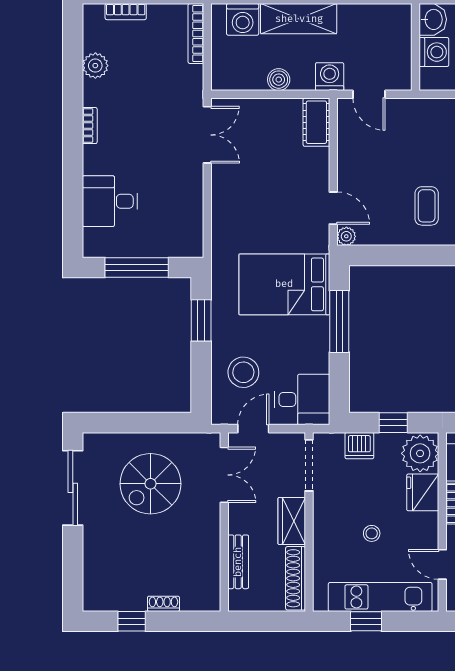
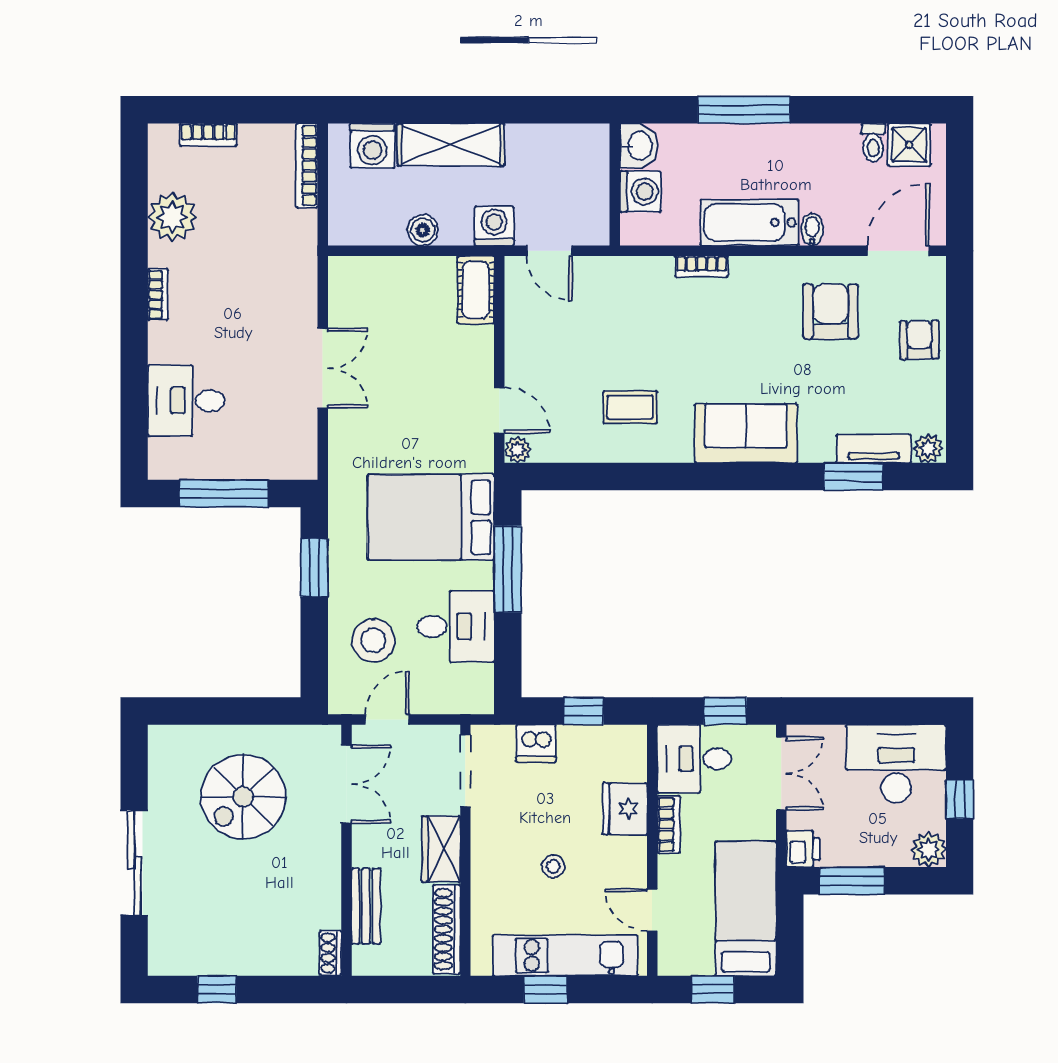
plant: (95, 66) -> (172, 217), width x1.36, depth x1.36
double door: (207, 135) -> (323, 368), moved
coffee table: (427, 206) -> (630, 407), turned 90
desk: (302, 400) -> (456, 626), moved
plant: (420, 453) -> (621, 754), removed
sliding door: (73, 488) -> (134, 863), moved
shoe rack: (163, 604) -> (331, 953), moved, turned -90

